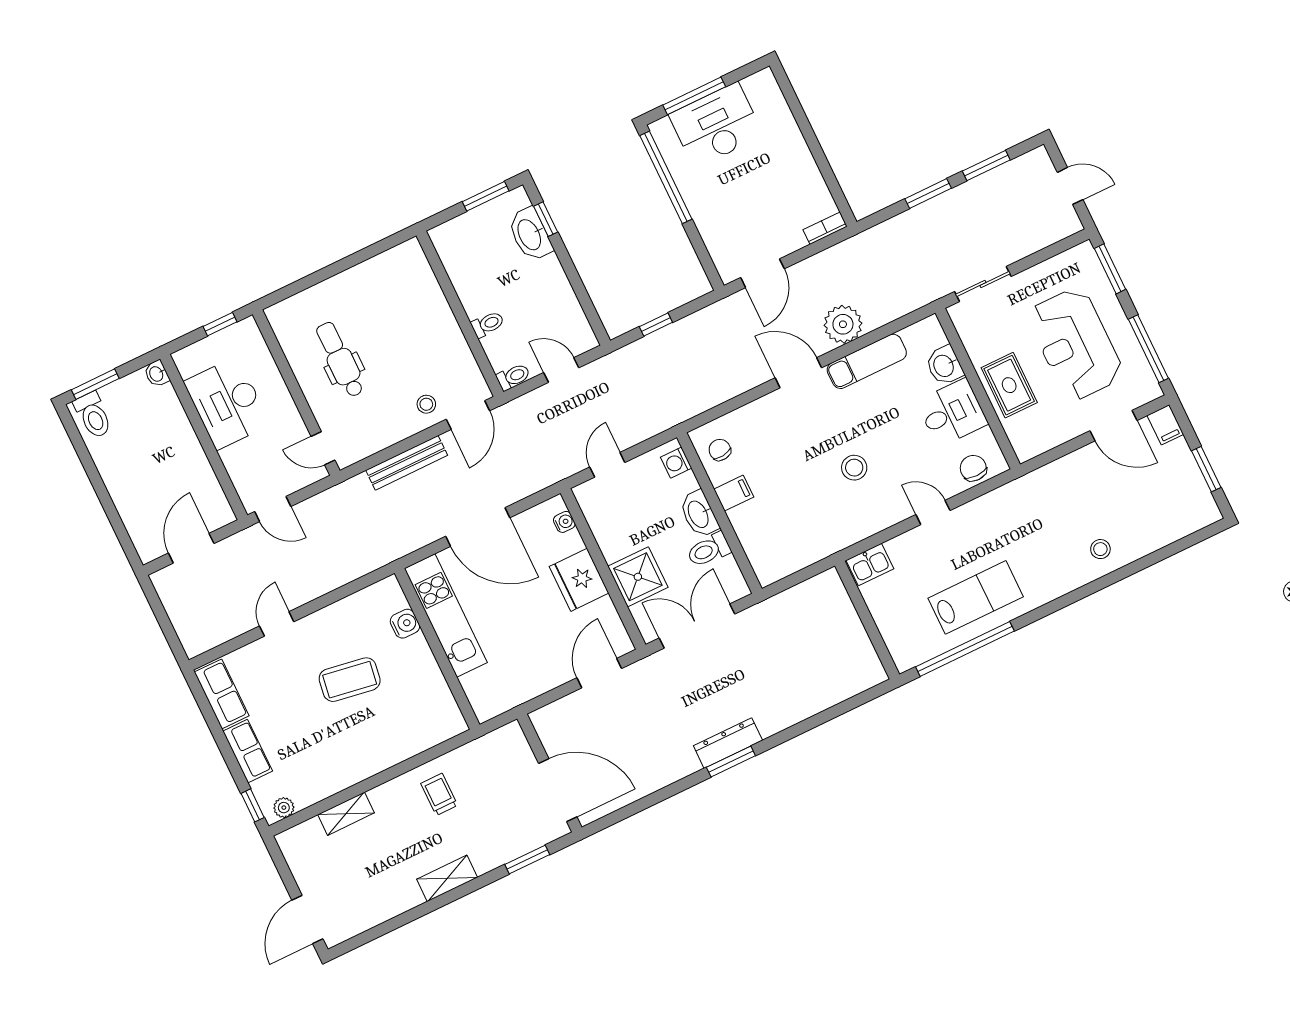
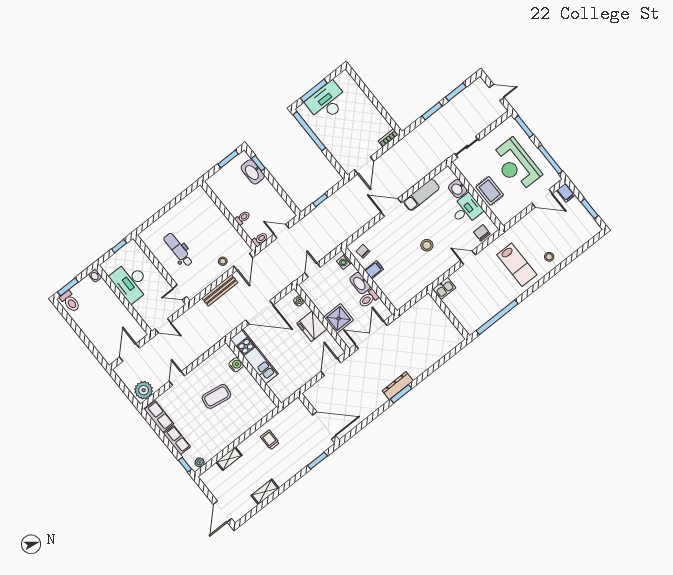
plant: (843, 324) -> (144, 390), moved
lab bench: (976, 597) -> (517, 265), moved, turned 90
shelving: (447, 878) -> (265, 492), moved

